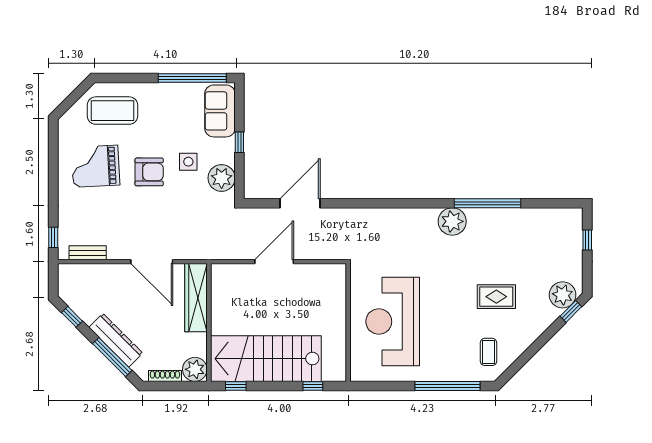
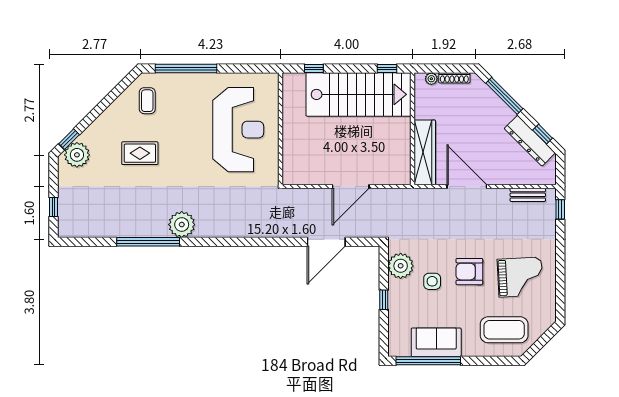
sofa: (220, 111) -> (436, 342), moved, turned -90
dresser: (116, 340) -> (530, 141), moved
plant: (195, 369) -> (431, 79), width x0.53, depth x0.53

